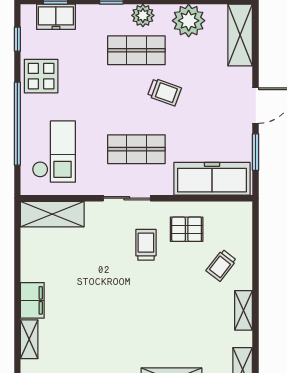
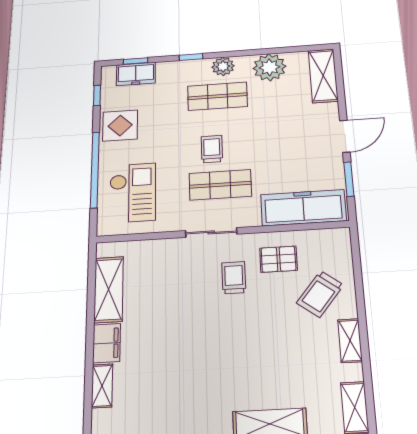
trolley: (164, 92) -> (212, 149), moved, turned -110
shelving: (52, 214) -> (109, 289), moved, turned 90
trolley: (221, 265) -> (320, 294), width x1.36, depth x1.39

